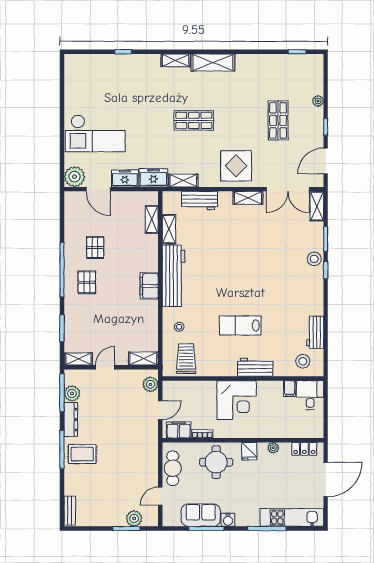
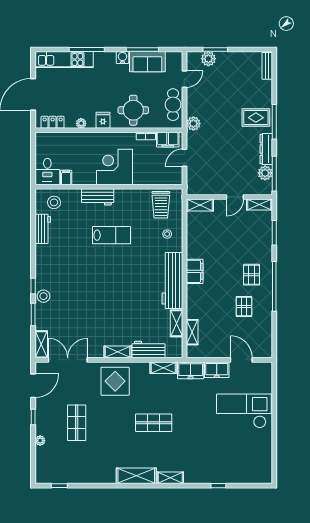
plant: (74, 177) -> (263, 371), removed
shelving: (248, 198) -> (118, 352), moved
plant: (150, 384) -> (193, 124), moved

